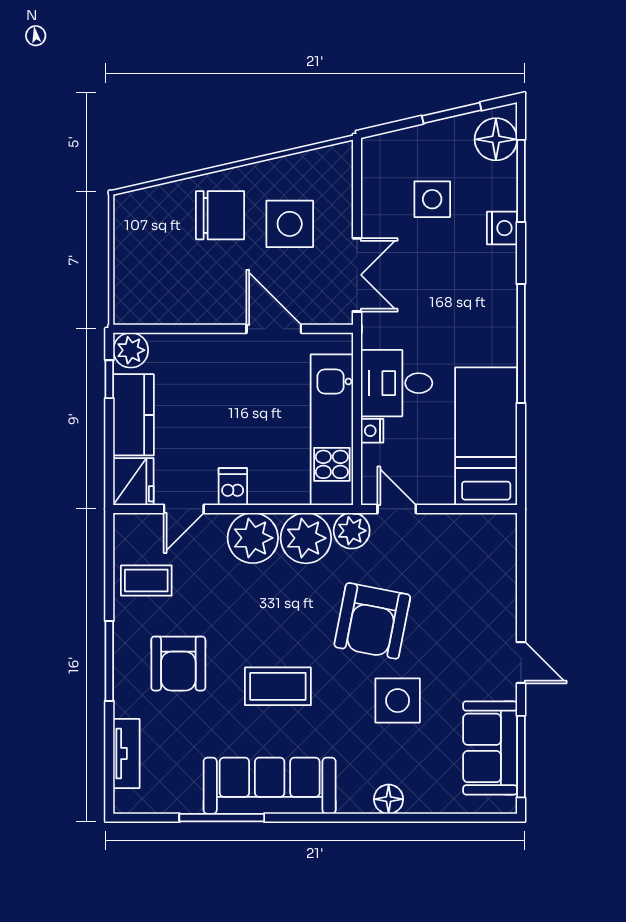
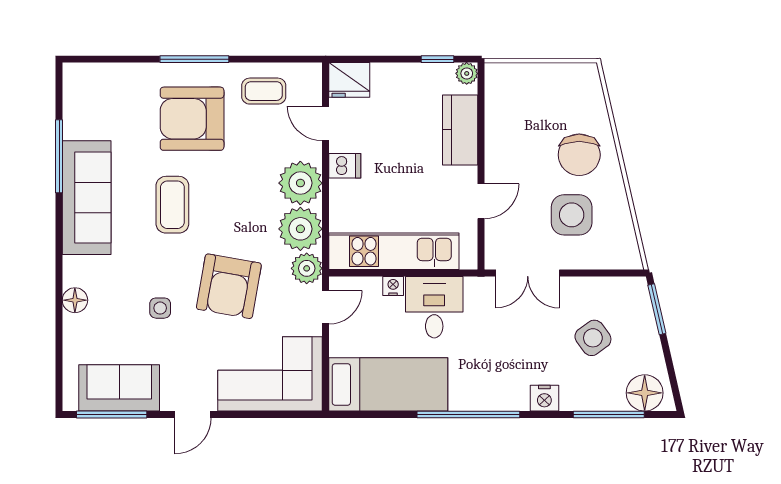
window: (452, 113) -> (657, 309), moved
side table: (432, 199) -> (593, 338), turned -36
nightstand: (502, 228) -> (544, 398), moved
door: (274, 329) -> (481, 201), width x0.73
plant: (131, 350) -> (467, 73), width x0.73, depth x0.73
kitchen counter: (133, 415) -> (460, 130), moved, turned 90
corner sofa: (474, 573) -> (270, 374), added
coffee table: (146, 581) -> (264, 91), turned 90
armchair: (372, 621) -> (229, 286), turned -91
armchair: (178, 664) -> (192, 119), width x1.36, depth x1.36
side table: (398, 701) -> (160, 308), width x0.54, depth x0.54
tv unit: (126, 754) -> (114, 74), removed

